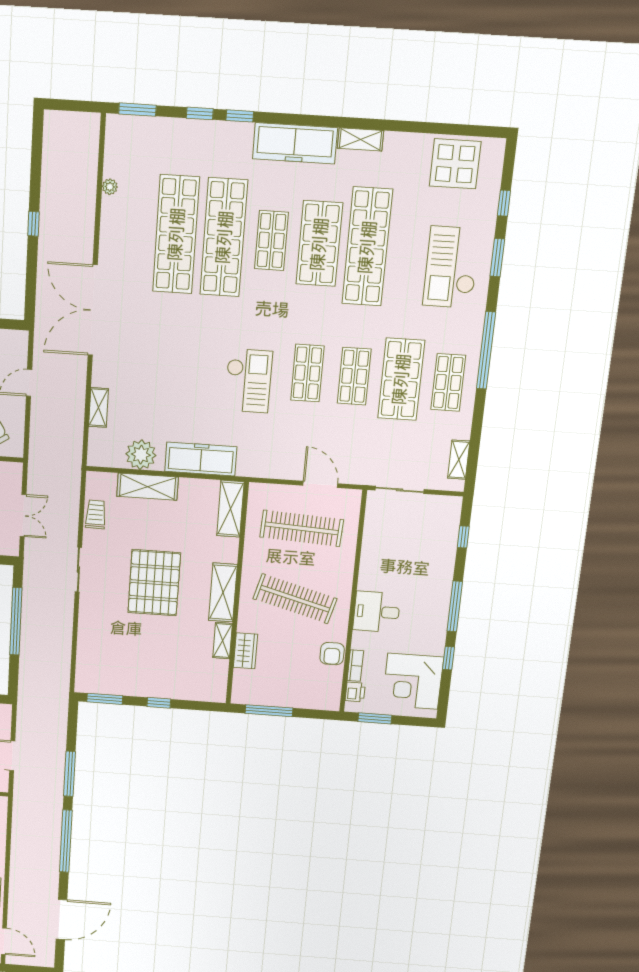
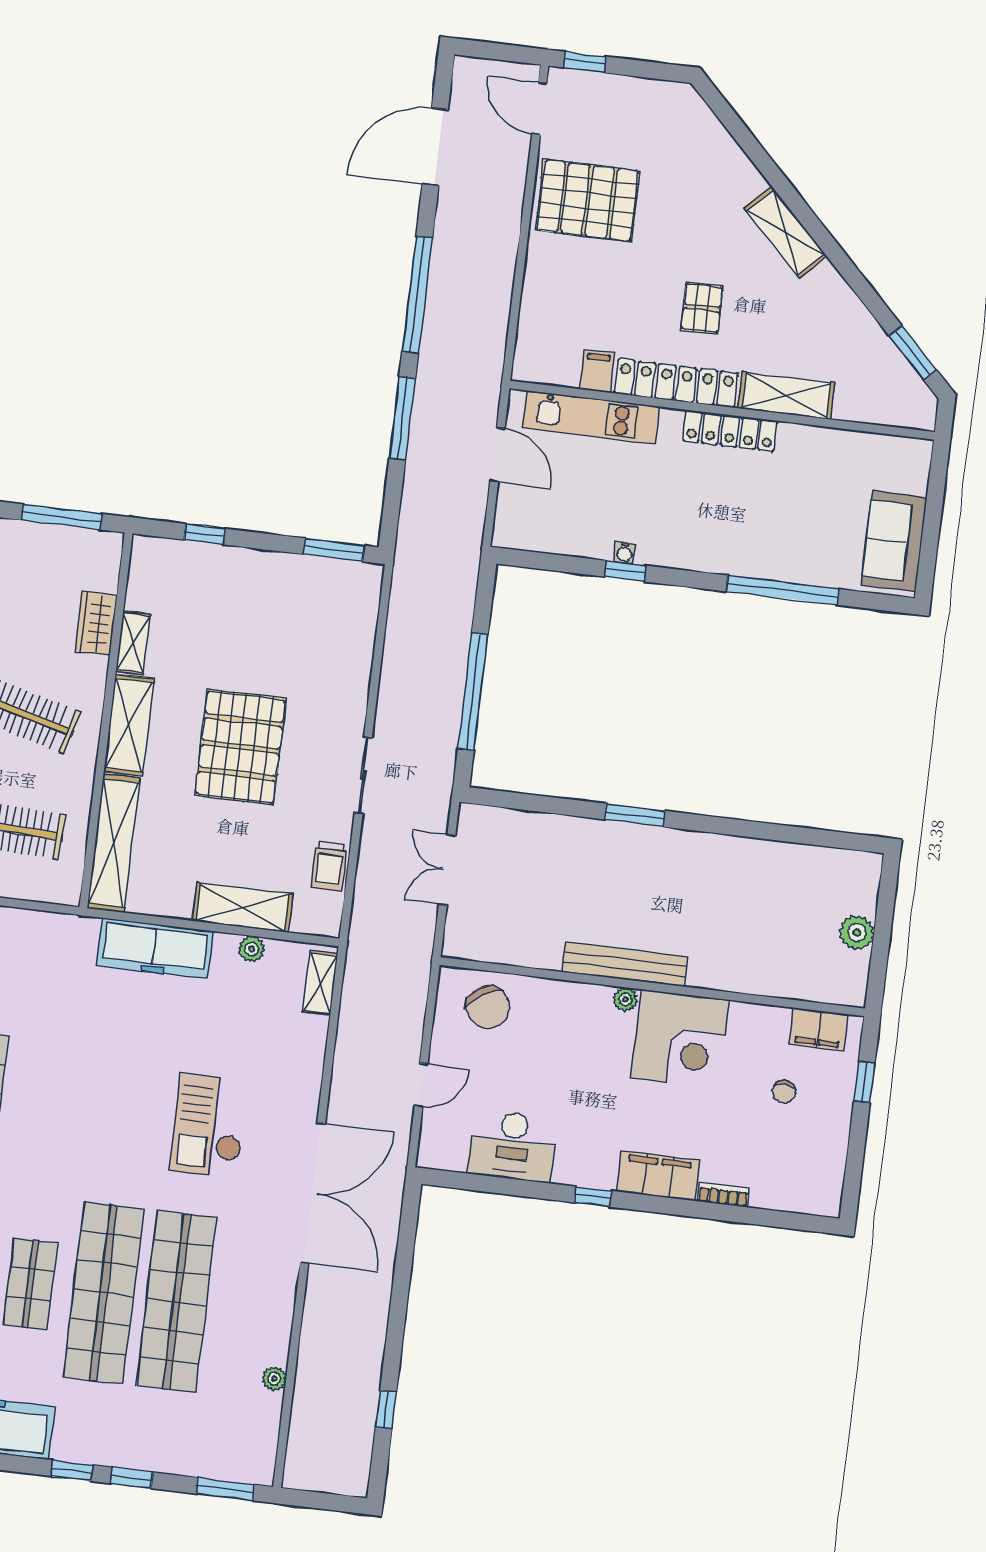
window: (34, 224) -> (386, 1409), moved
checkout: (248, 381) -> (209, 1126), moved
shelving: (99, 407) -> (320, 983), moved
plant: (141, 455) -> (252, 949), width x0.53, depth x0.53
shelving: (230, 509) -> (114, 843), width x1.47
window: (159, 703) -> (205, 534), moved

